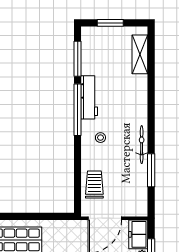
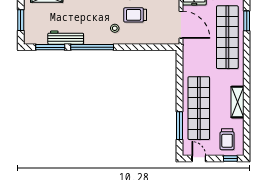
workbench: (89, 97) -> (66, 38), moved
trolley: (94, 185) -> (135, 15), moved

